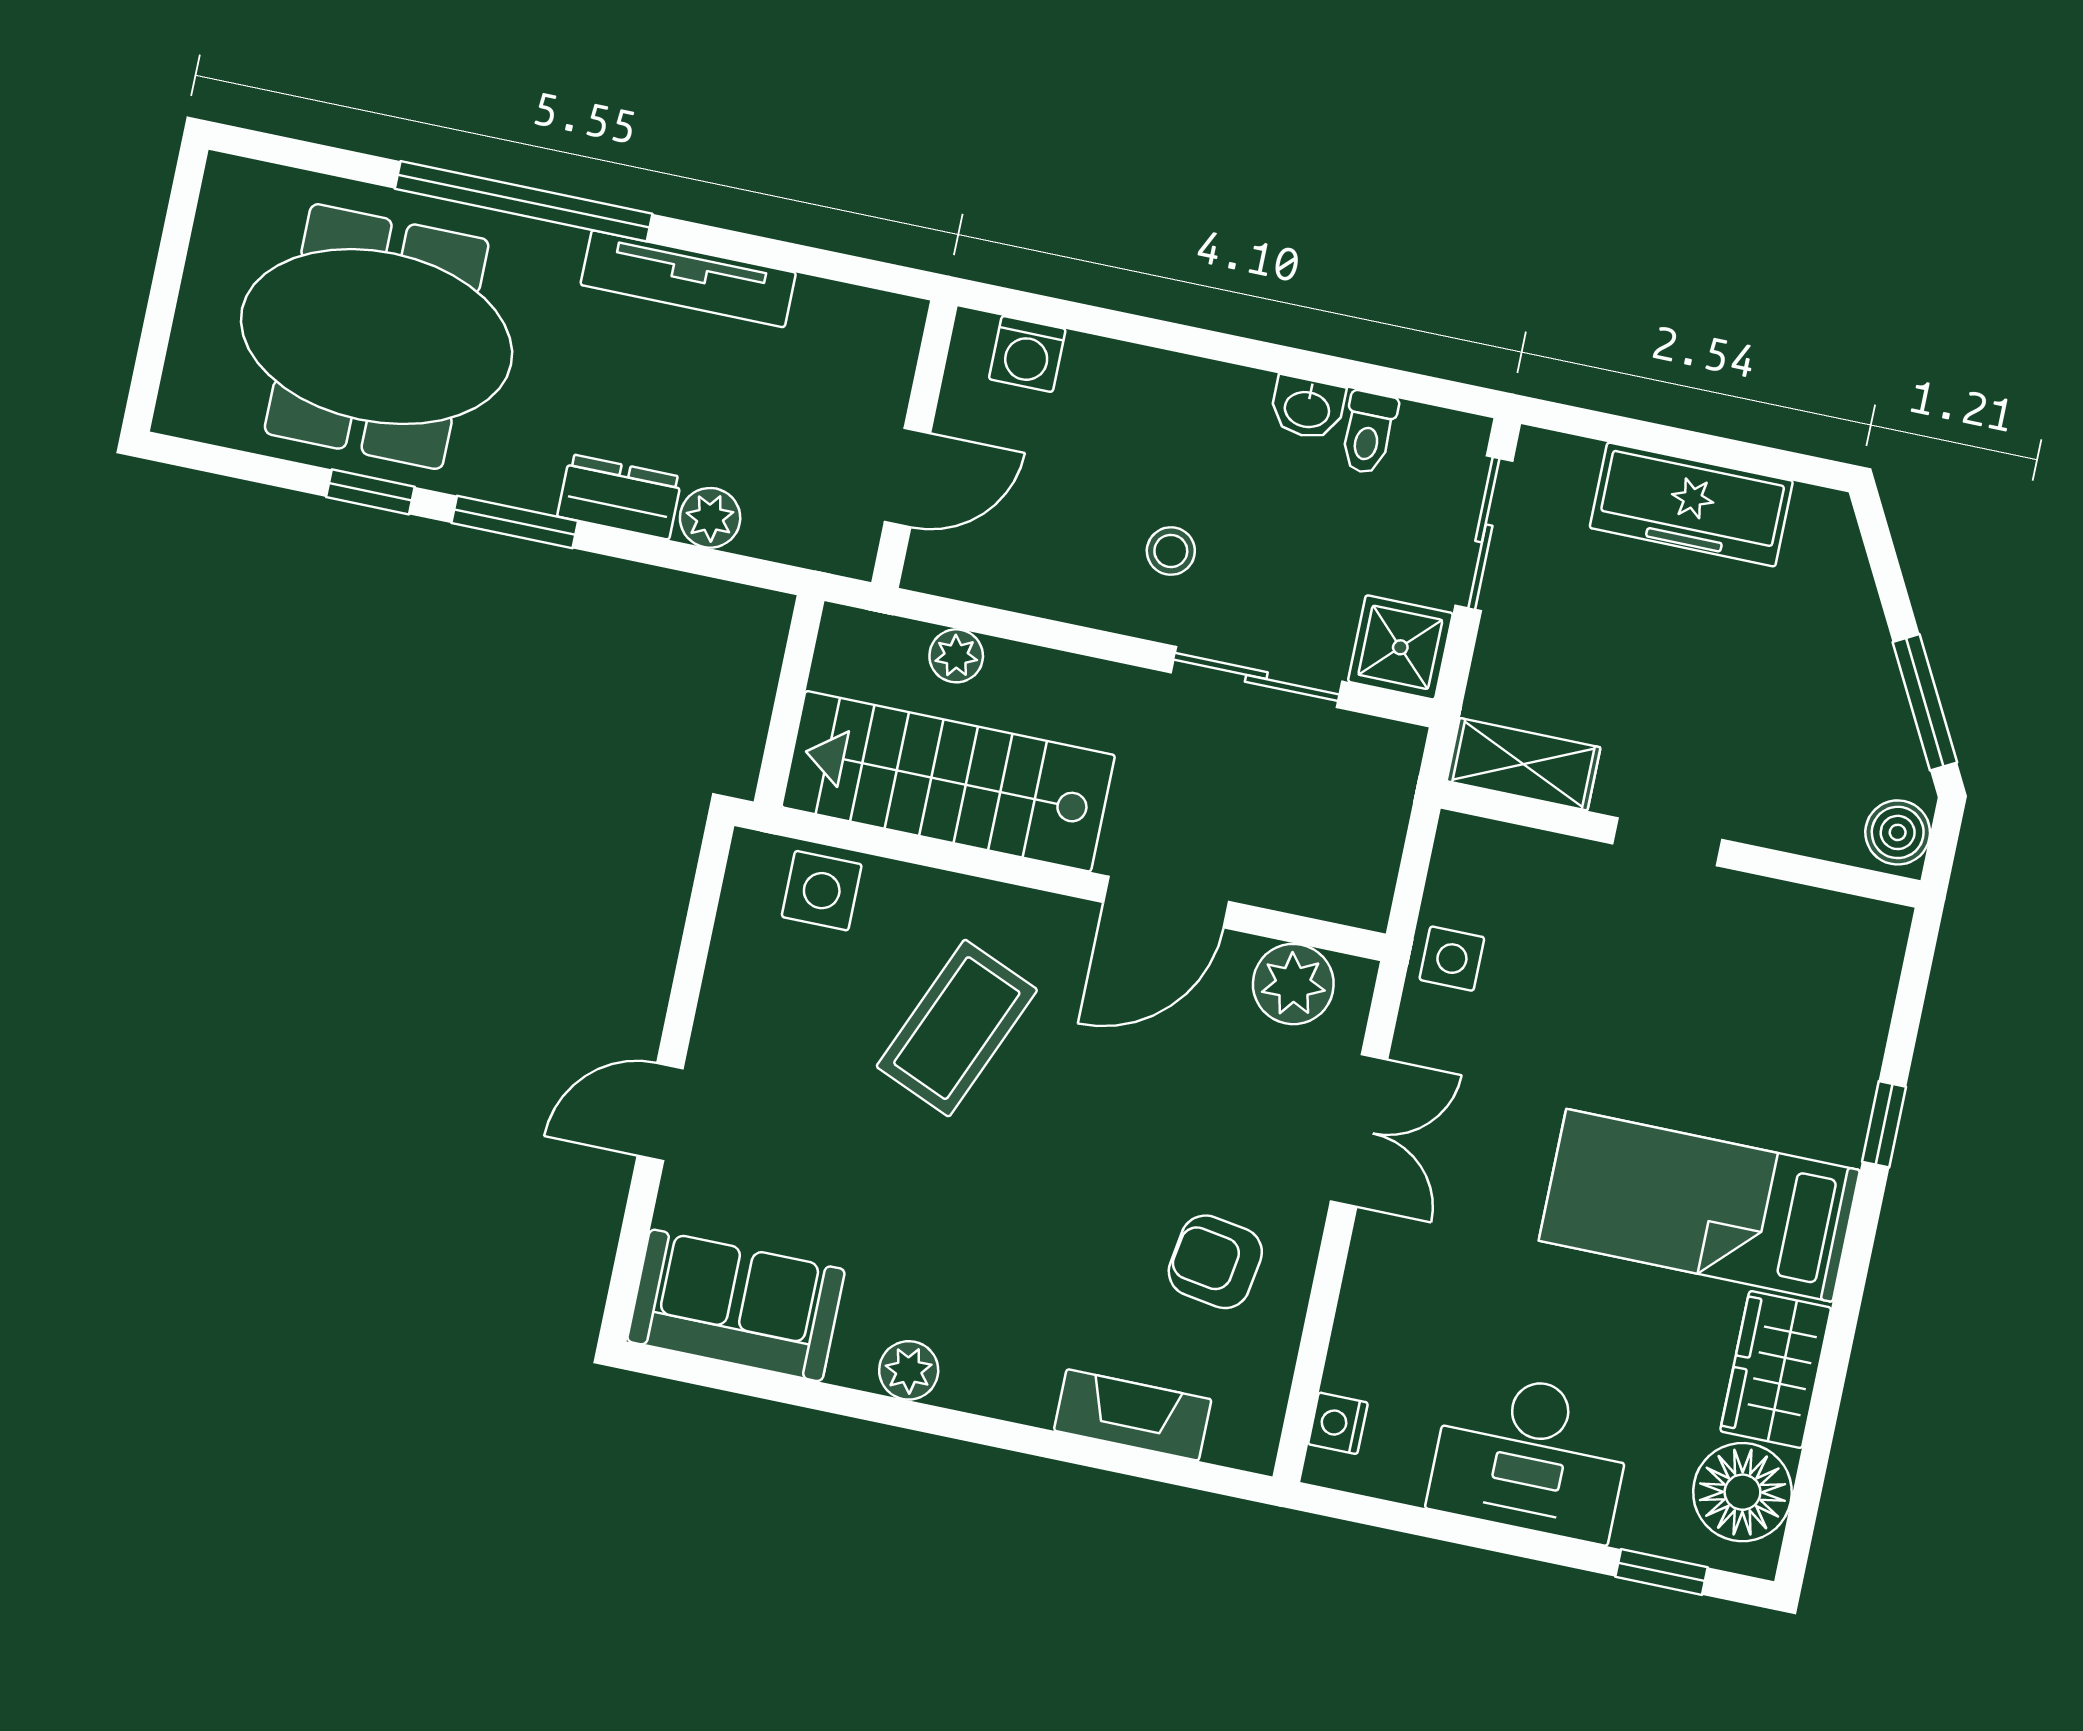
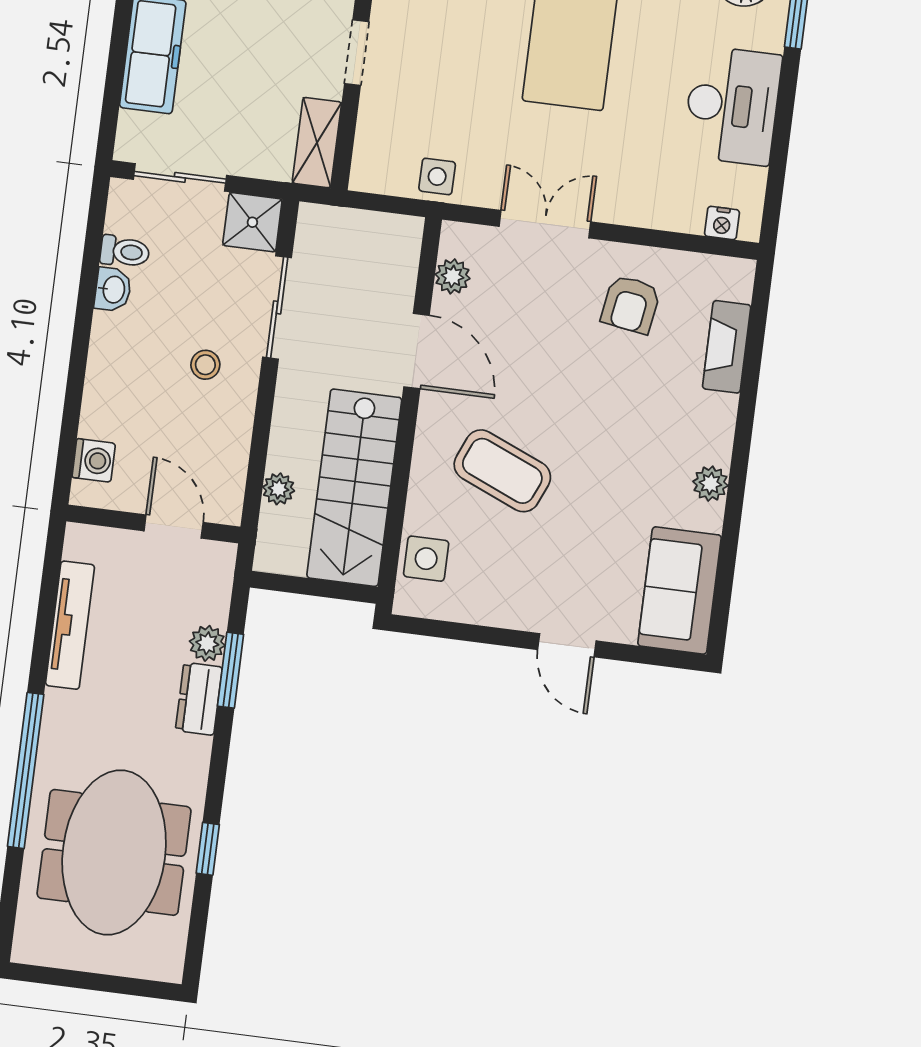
tv unit: (688, 279) -> (70, 625), moved
window: (515, 522) -> (231, 670), moved
plant: (1293, 984) -> (453, 276), width x0.73, depth x0.73

